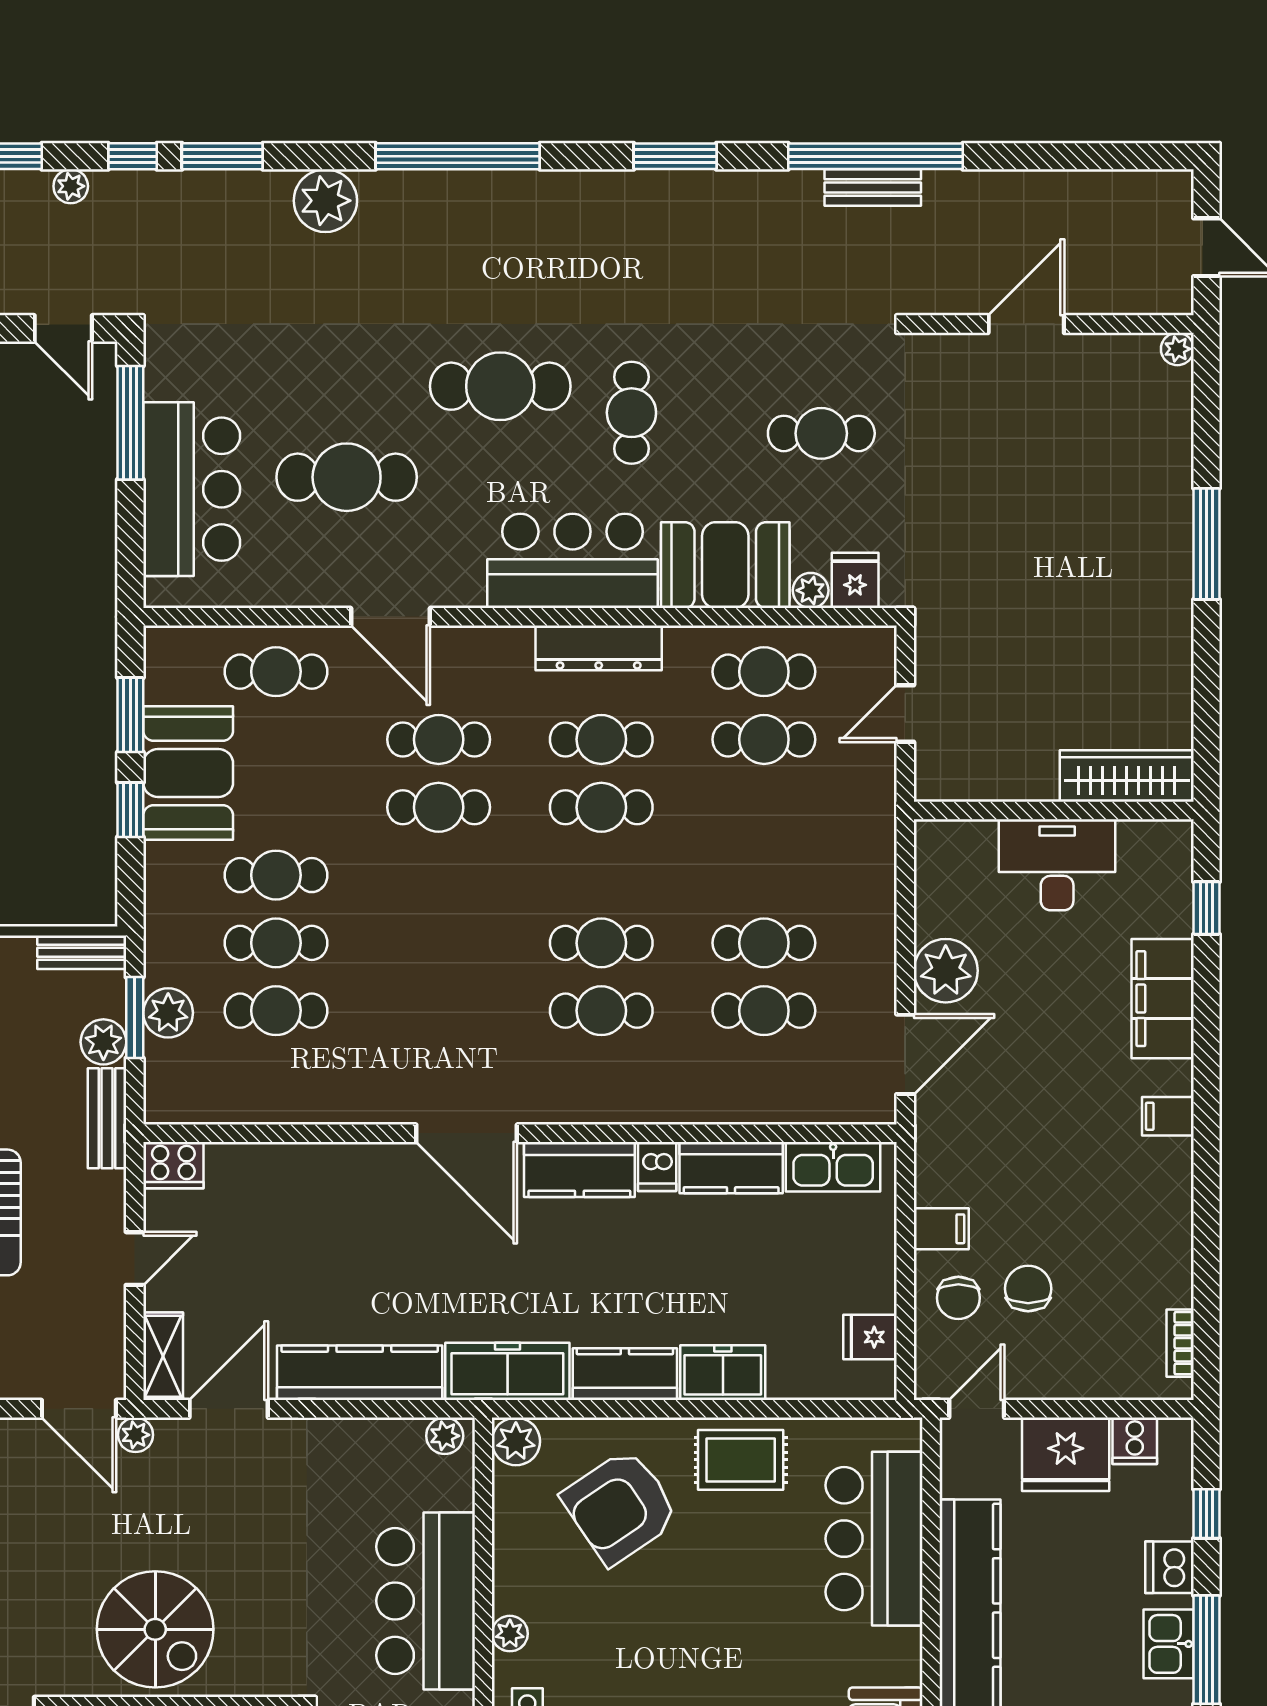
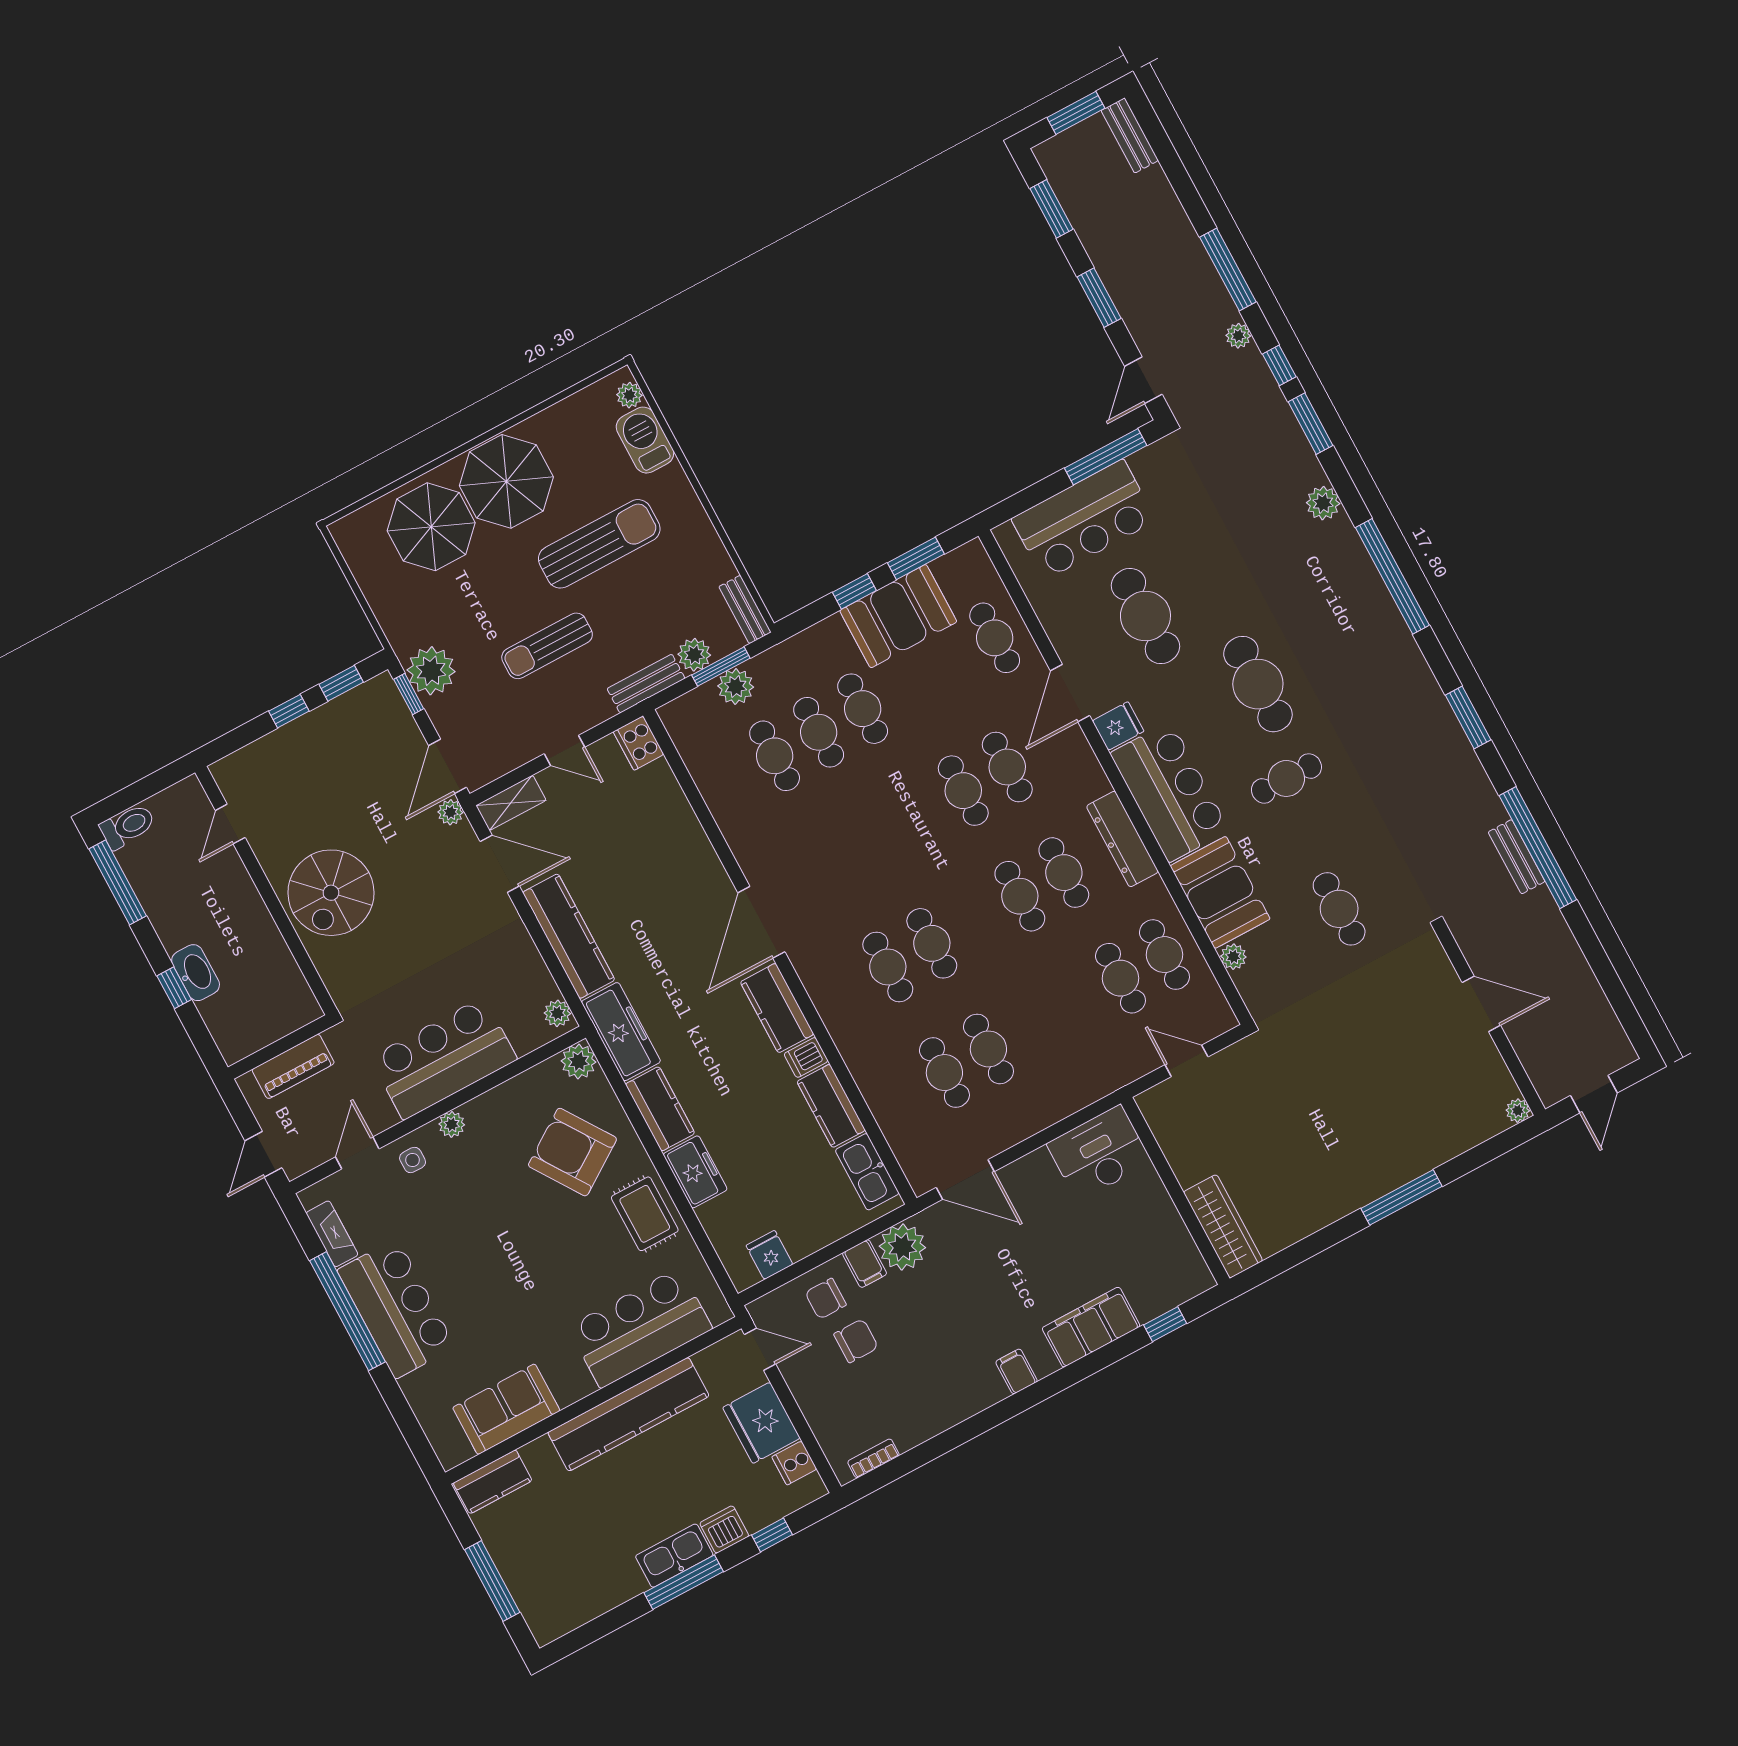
plant: (325, 201) -> (1323, 503), width x0.73, depth x0.73
fridge: (855, 580) -> (1118, 726), moved
desk: (1057, 865) -> (1099, 1153), moved, turned -90
plant: (946, 971) -> (902, 1247), moved
kitchen sink: (1169, 1644) -> (674, 1556), width x1.38

